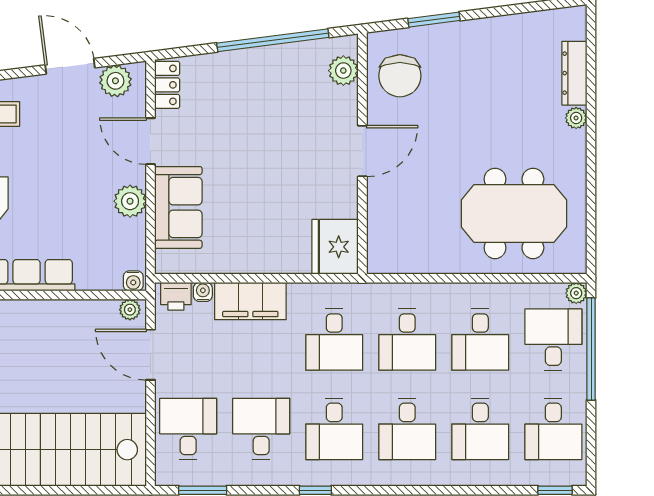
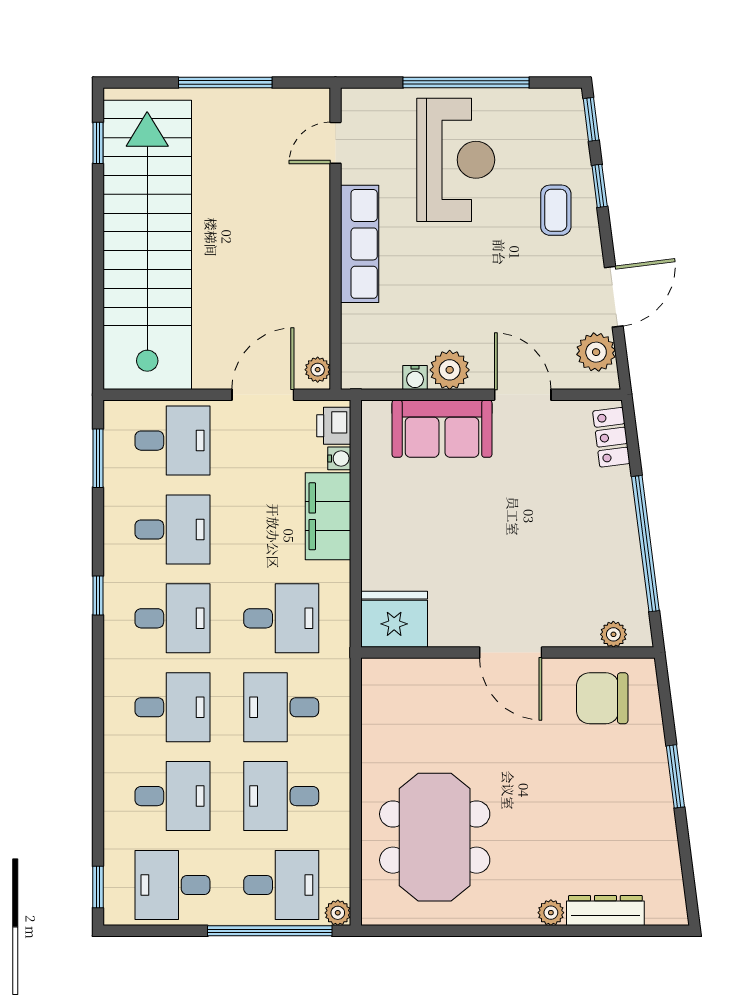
window: (434, 20) -> (675, 776), moved
plant: (343, 71) -> (613, 634), width x0.73, depth x0.73
locker: (167, 85) -> (611, 437), moved, turned 83
door: (150, 141) -> (523, 395), hinge flipped
water cooler: (133, 281) -> (415, 377), moved, turned -90
desk: (334, 340) -> (281, 618), turned 180
desk: (334, 429) -> (172, 618), turned 180
desk: (407, 429) -> (172, 707), turned 180
desk: (480, 429) -> (172, 796), turned 180

